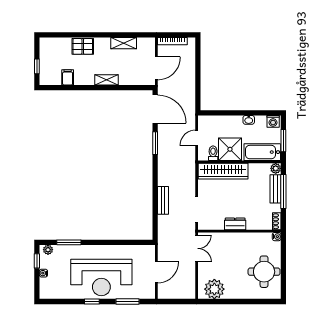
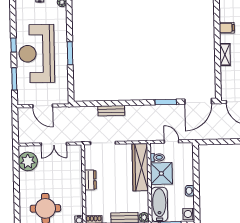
filing cabinet: (68, 77) -> (227, 28), moved
window: (69, 242) -> (70, 53), moved
double door: (197, 248) -> (54, 144), moved

